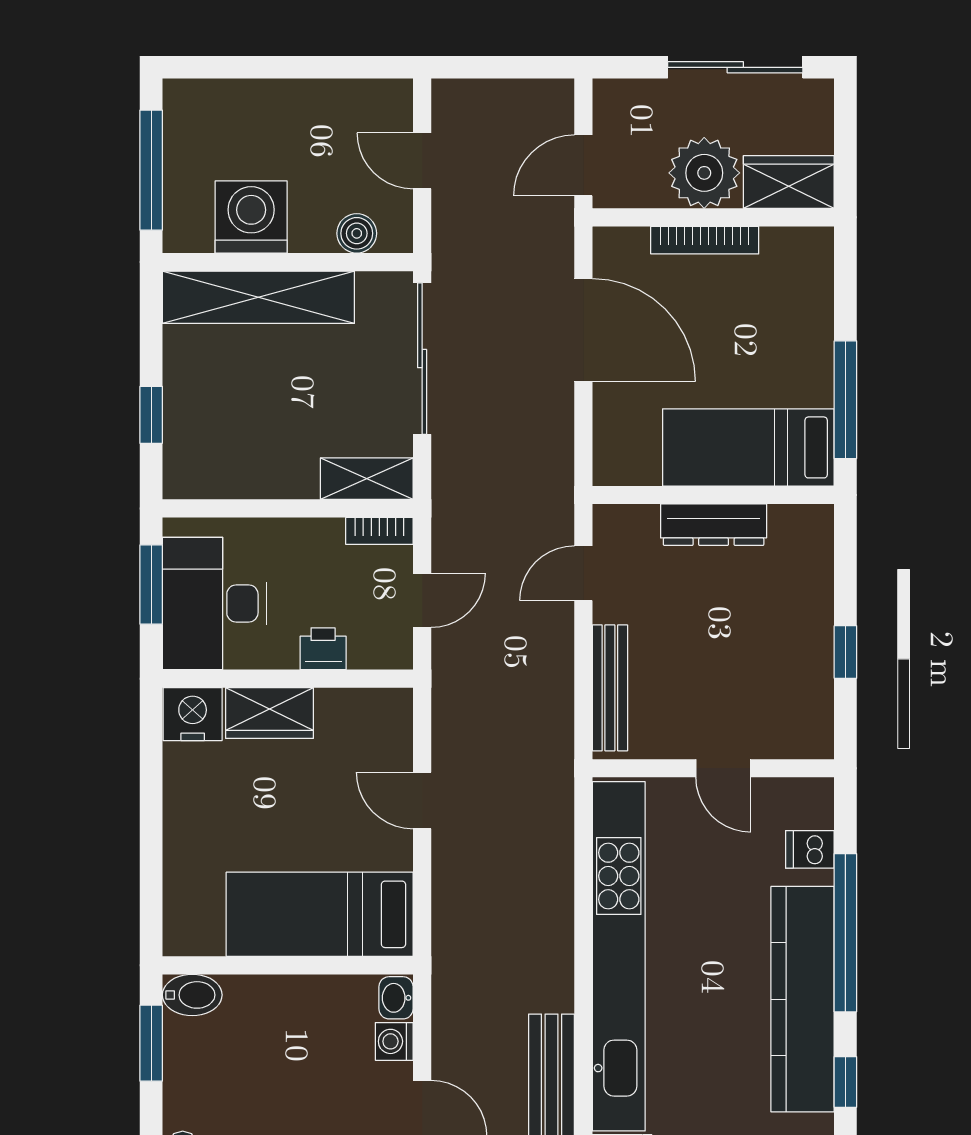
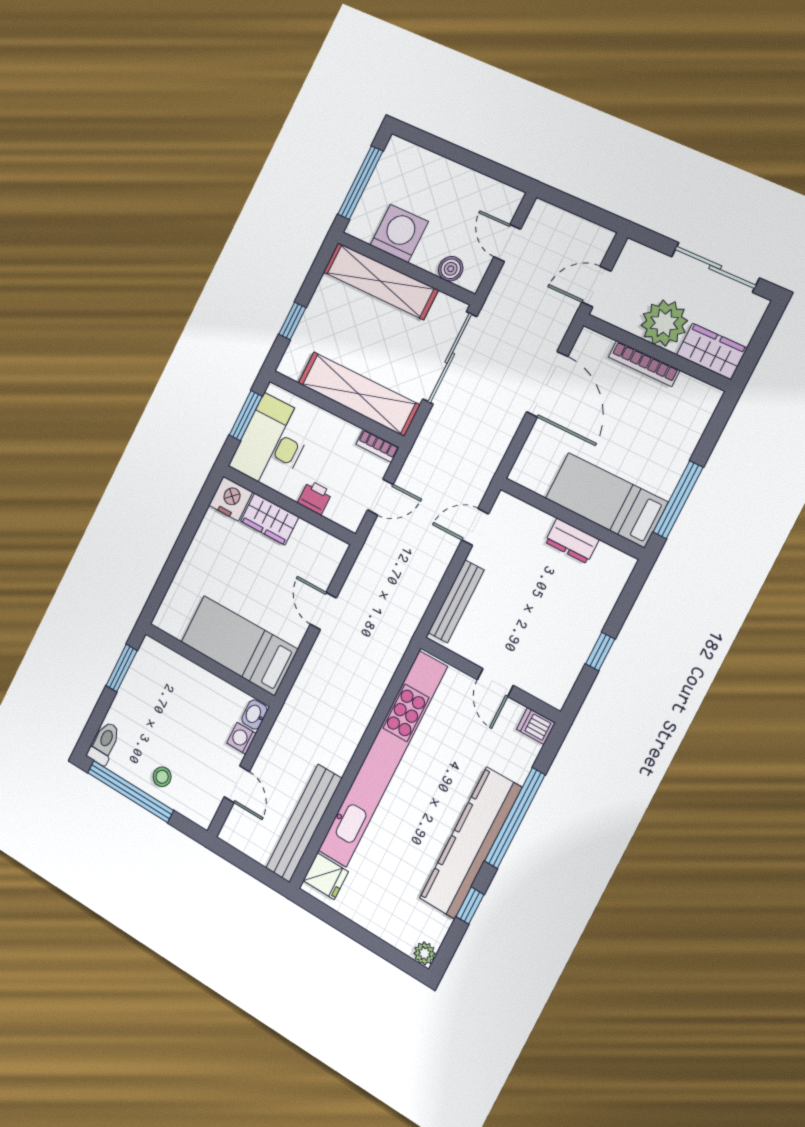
shelving: (367, 479) -> (359, 394), width x2.20, depth x1.33
dresser: (714, 525) -> (572, 541), width x0.70
dishwasher: (810, 849) -> (536, 726), moved
bidet: (192, 995) -> (154, 653), removed

